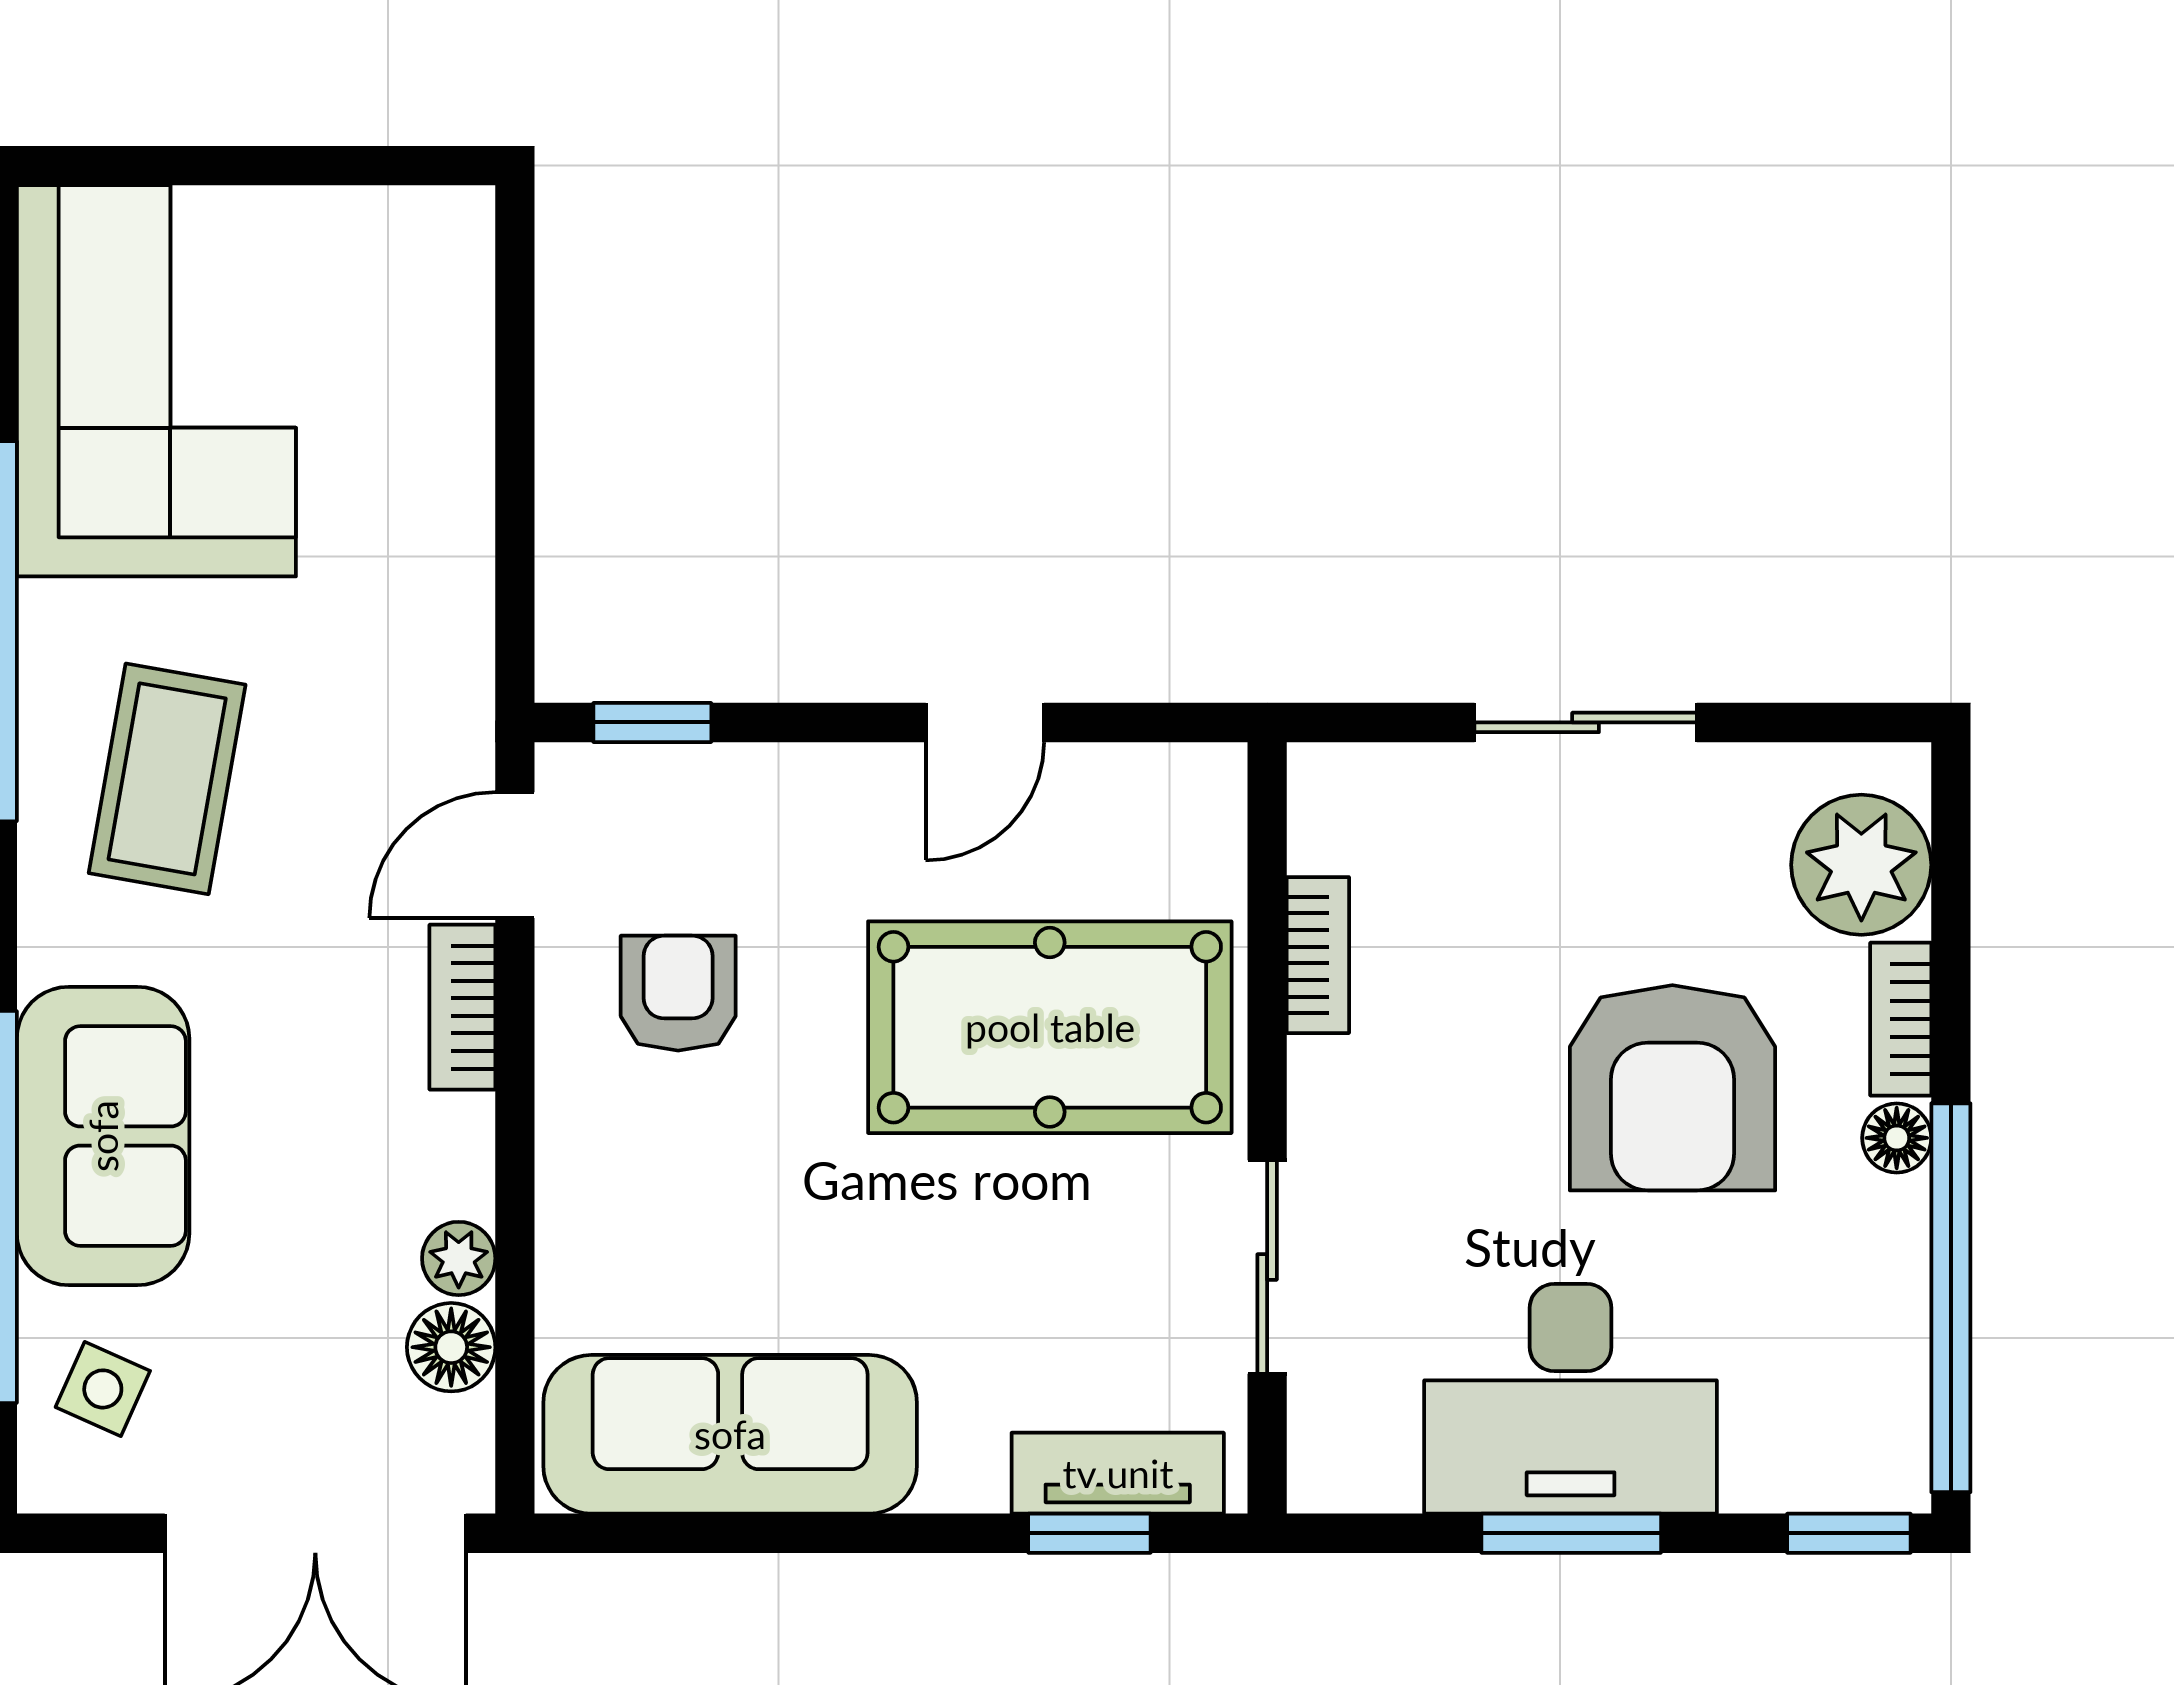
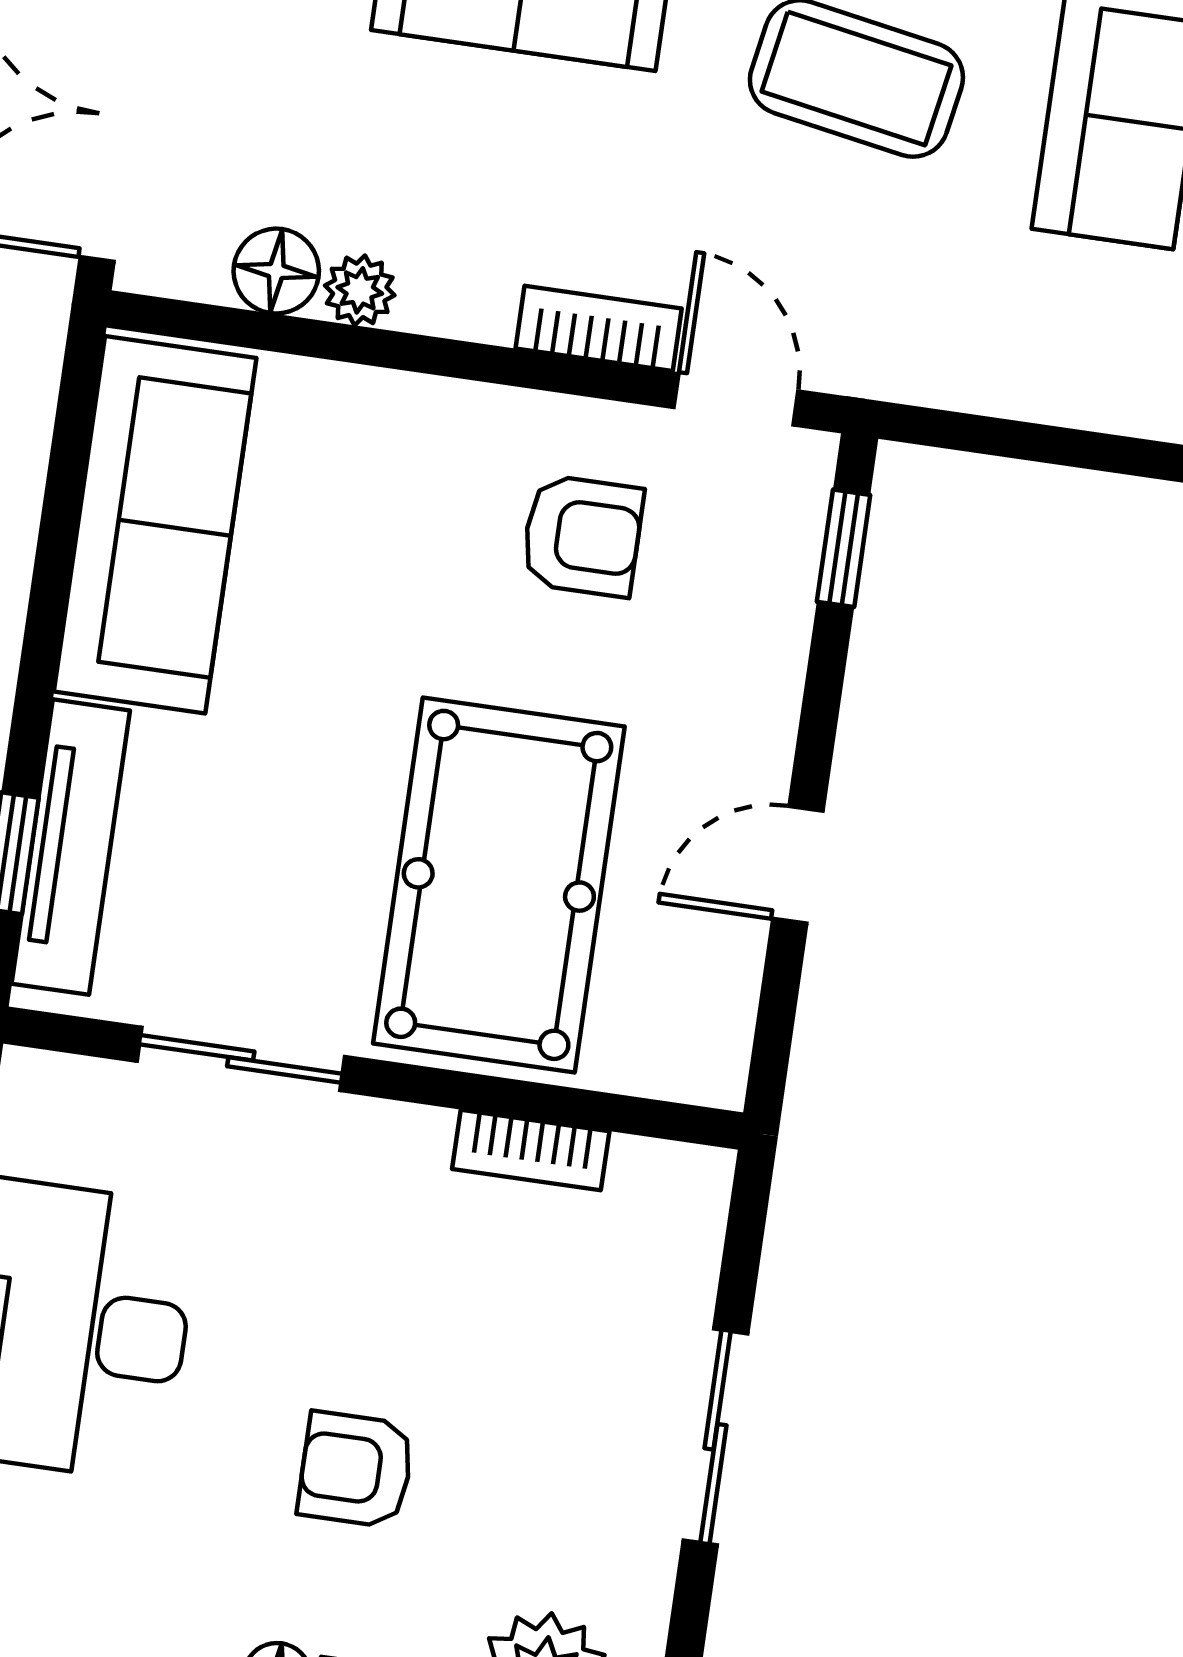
door: (985, 722) -> (798, 865), hinge flipped
armchair: (1672, 1088) -> (356, 1470), width x0.53, depth x0.53
tv unit: (1118, 1473) -> (71, 847), width x1.41

